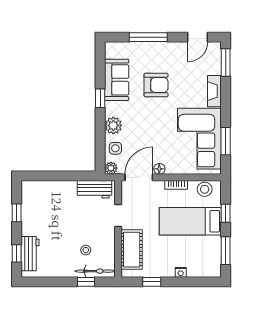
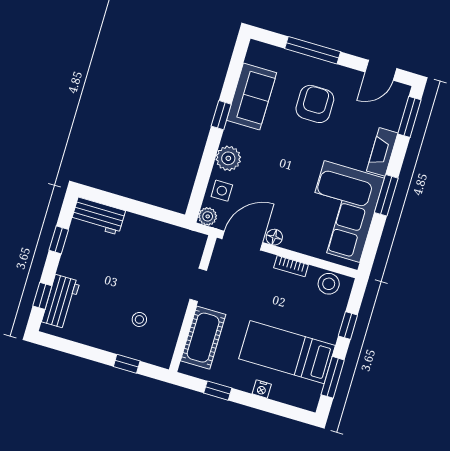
armchair: (156, 85) -> (315, 104), moved, turned -90
window: (226, 141) -> (386, 195), moved
workbench: (95, 189) -> (98, 216), moved
bed: (190, 221) -> (287, 352), moved
bicycle: (95, 271) -> (143, 352), removed

